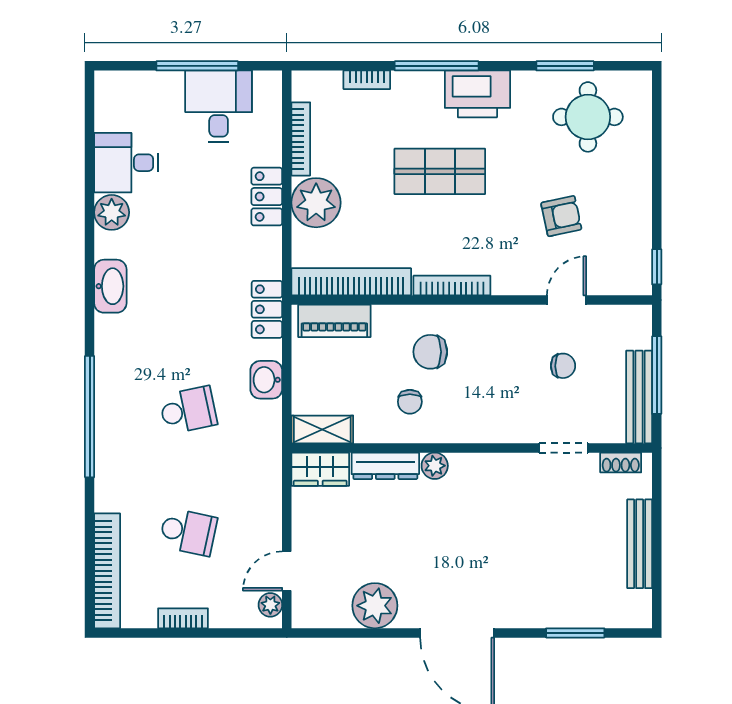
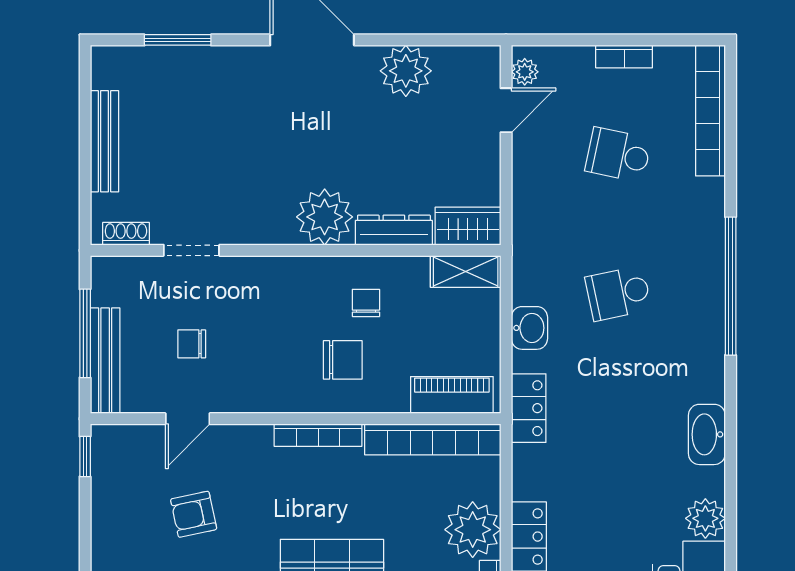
bench: (639, 397) -> (105, 361), moved
plant: (435, 466) -> (325, 217), width x1.87, depth x1.87

